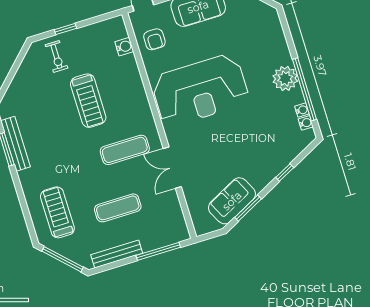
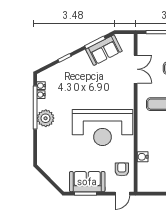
water cooler: (124, 47) -> (143, 157), moved
reception desk: (200, 90) -> (102, 128), turned 180
double door: (172, 168) -> (136, 69), moved

